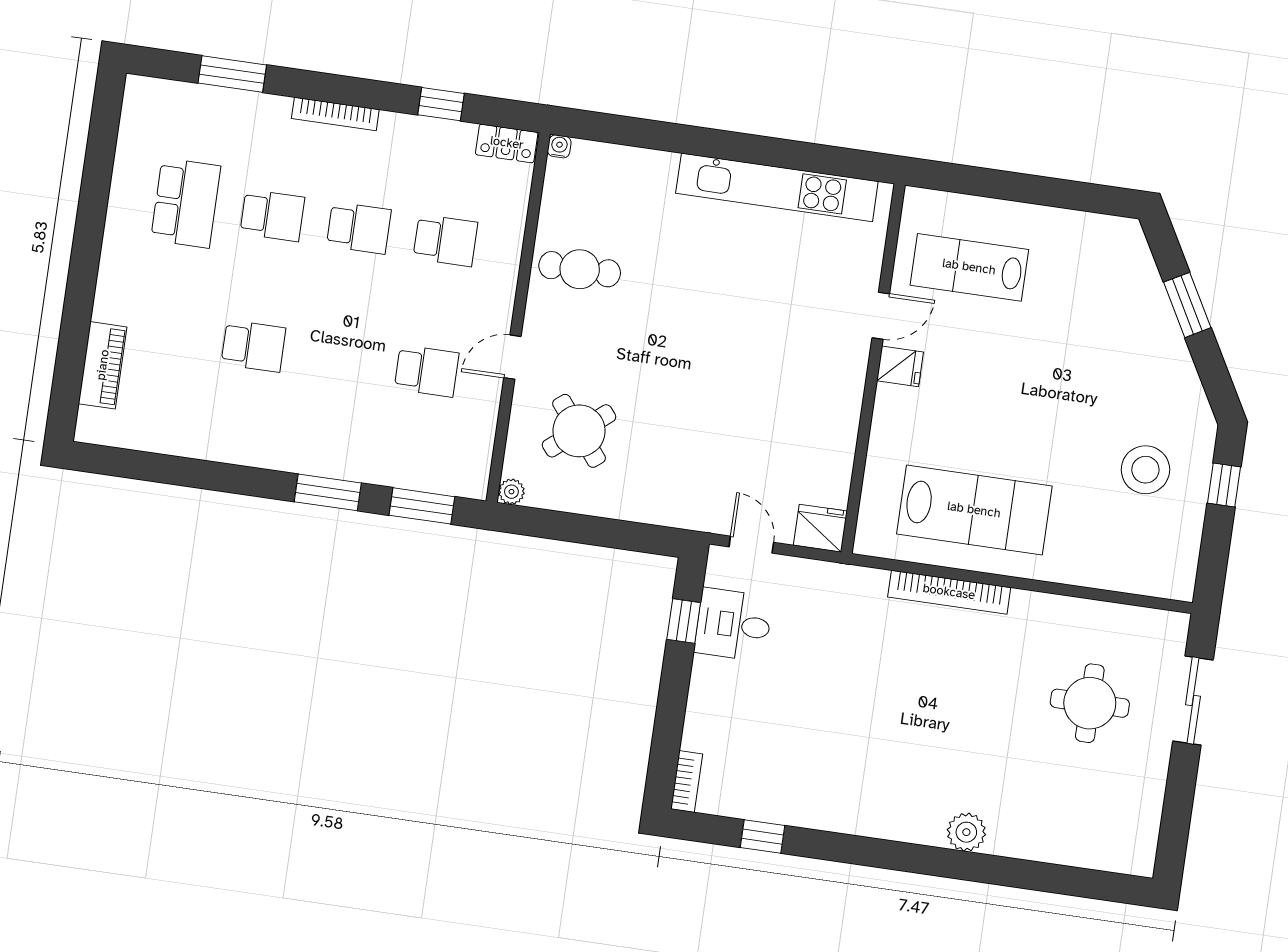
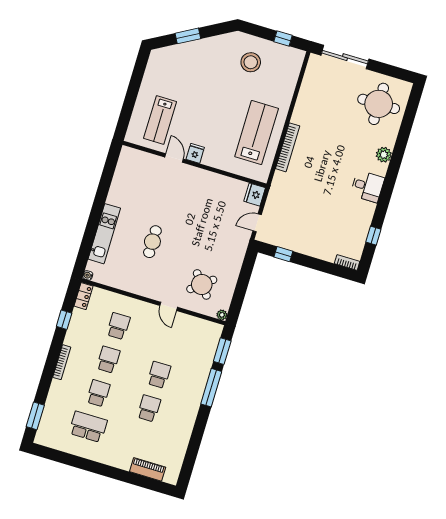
window: (232, 74) -> (35, 416), moved
kitchen unit: (777, 187) -> (104, 234), moved, width x0.73
cafe table: (580, 269) -> (152, 242), moved
school desk: (427, 371) -> (159, 375), moved
window: (1224, 485) -> (283, 38), moved
window: (328, 492) -> (211, 388), width x1.44
desk: (733, 625) -> (367, 186), moved, turned -90
sliding door: (1193, 701) -> (345, 57), width x1.37
round table: (1090, 703) -> (379, 104), moved, width x1.36, depth x1.36

